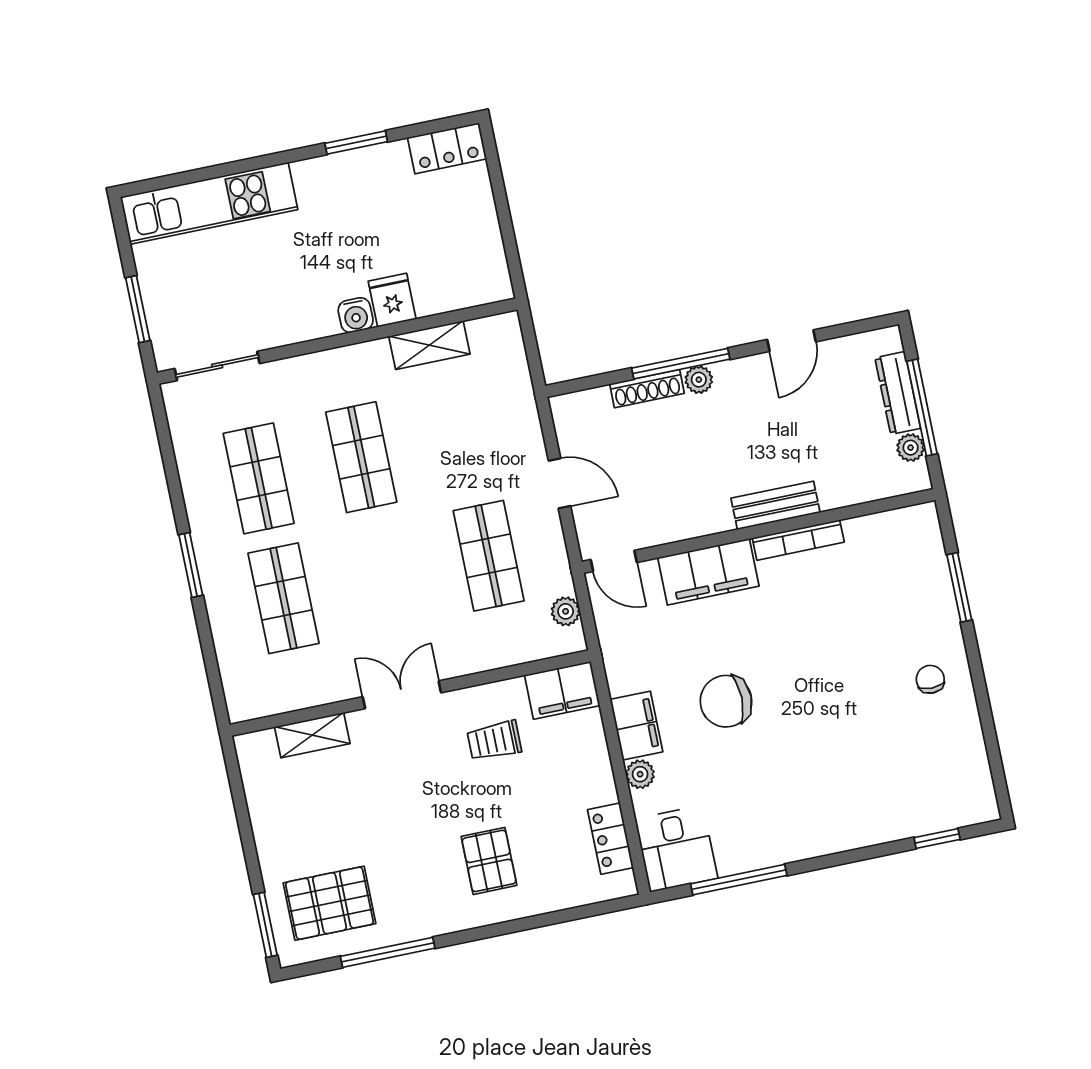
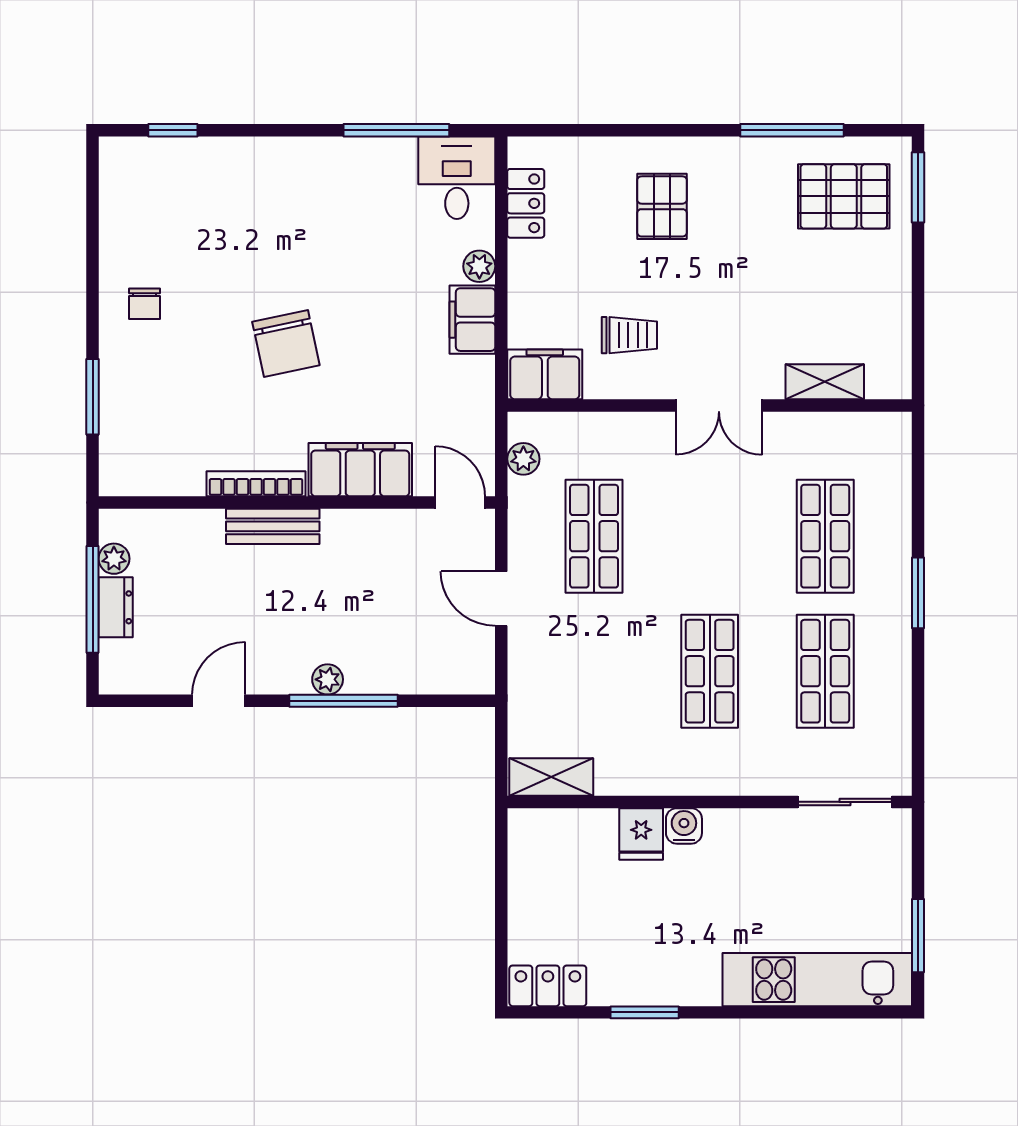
window: (138, 309) -> (918, 936), moved
shelving: (429, 345) -> (551, 777), moved
shoe rack: (647, 389) -> (386, 681), removed
dresser: (898, 393) -> (116, 607), width x0.70
chair: (726, 701) -> (286, 343), moved, turned 78

